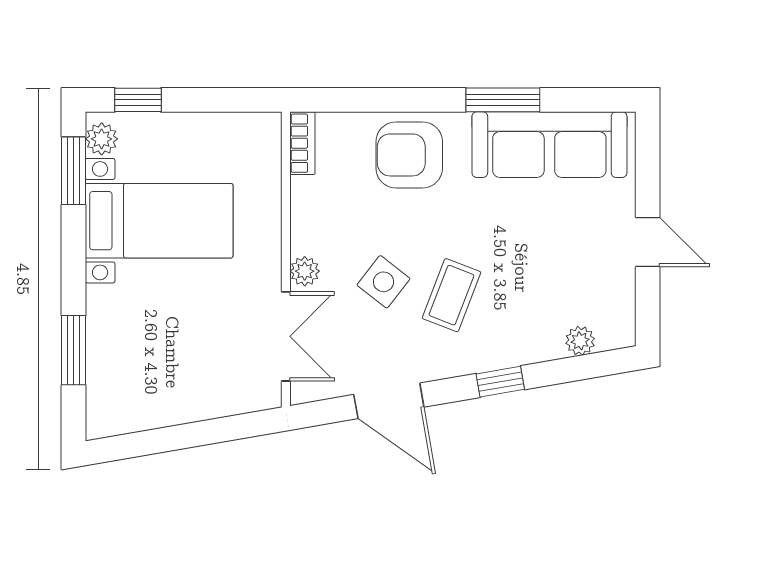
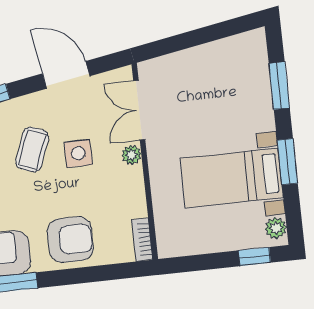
window: (74, 171) -> (287, 162), moved
side table: (384, 282) -> (78, 153), turned -38

